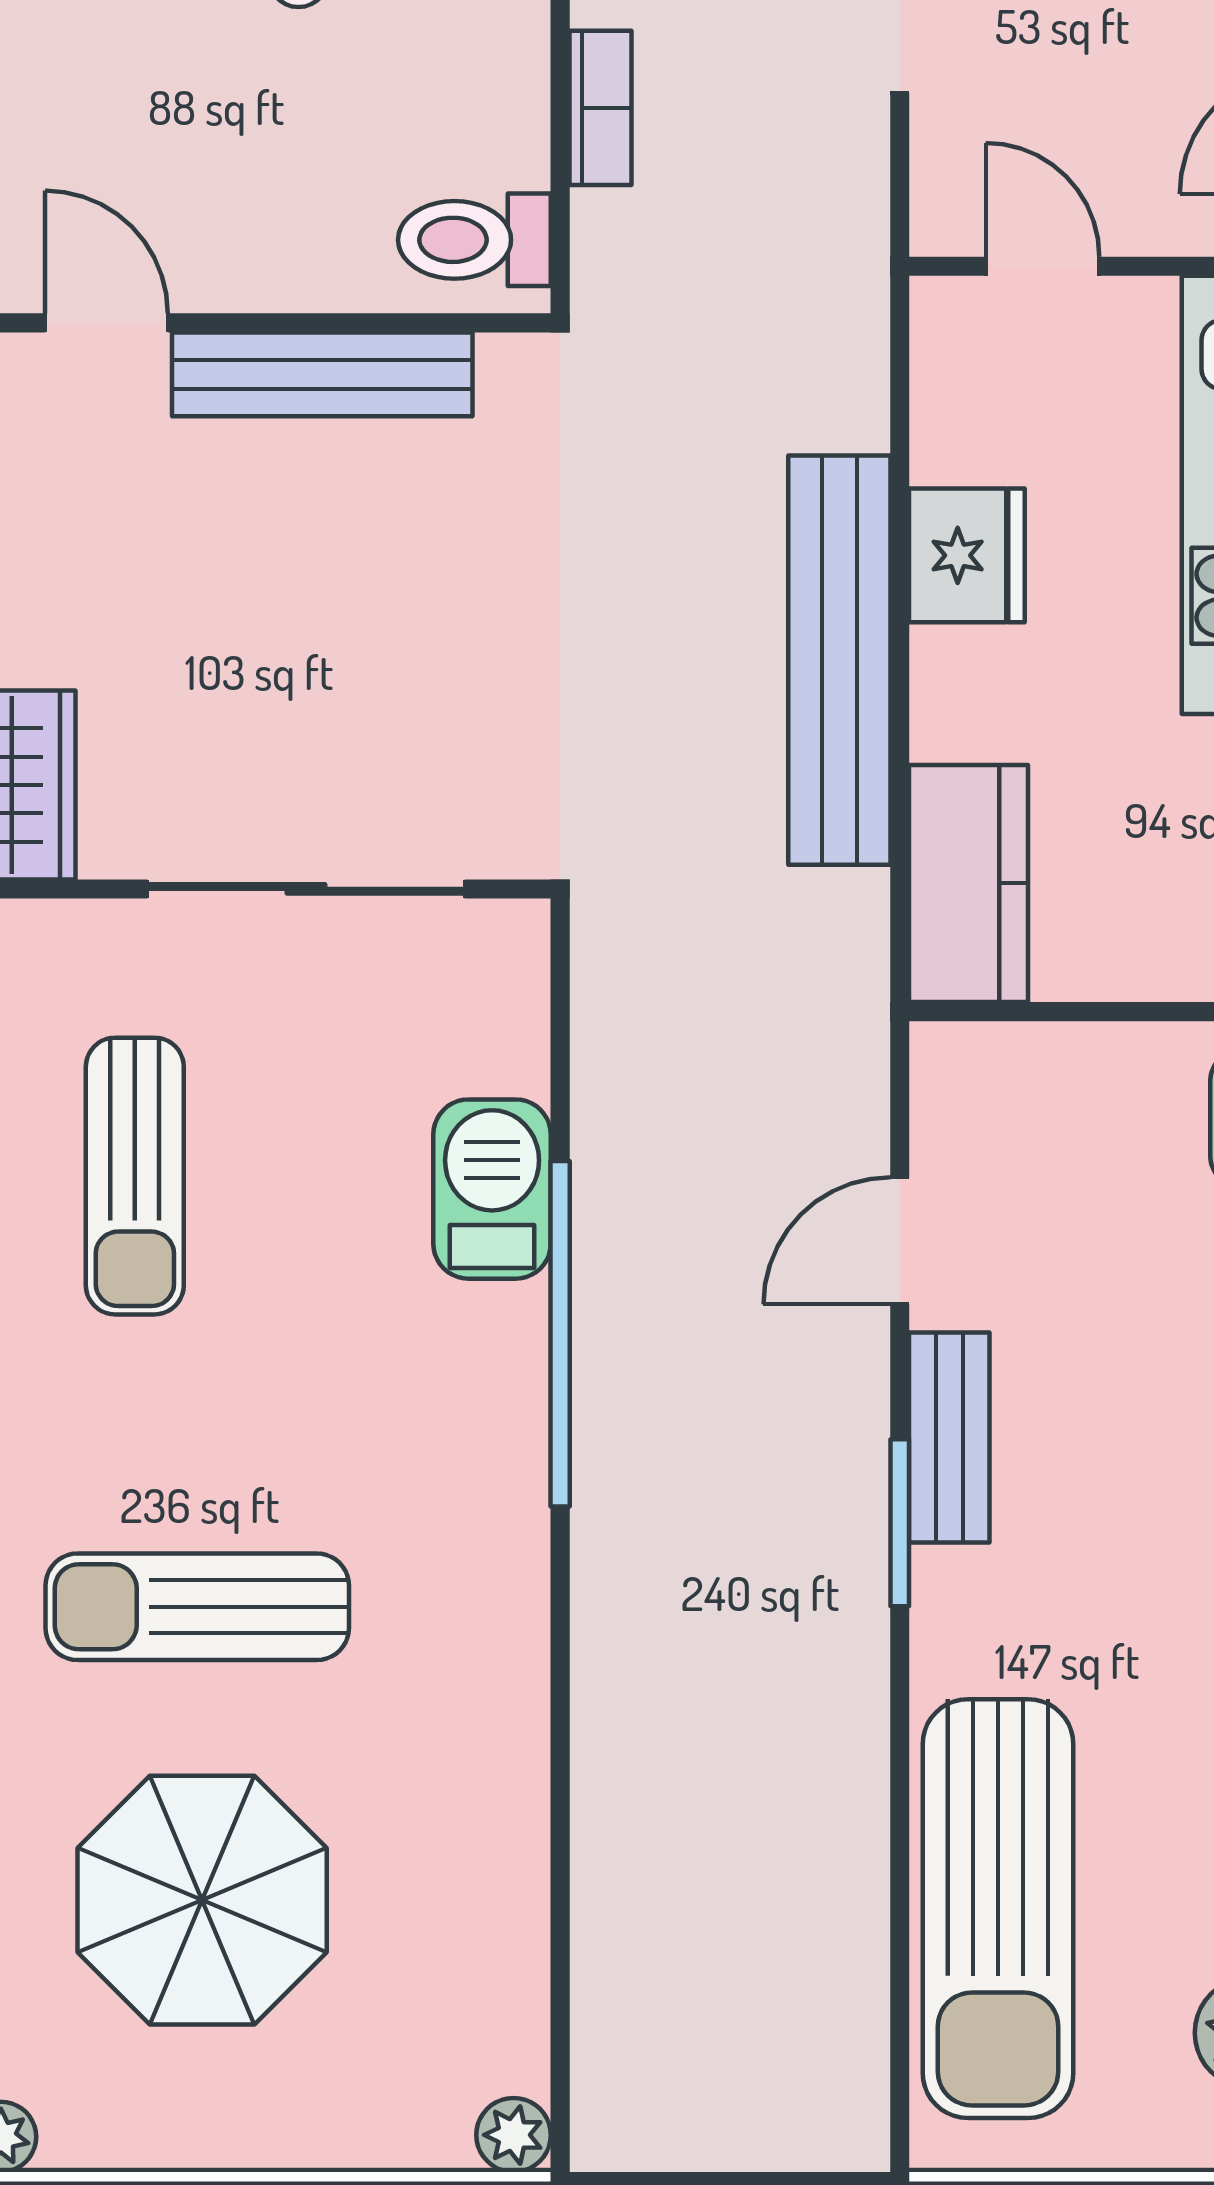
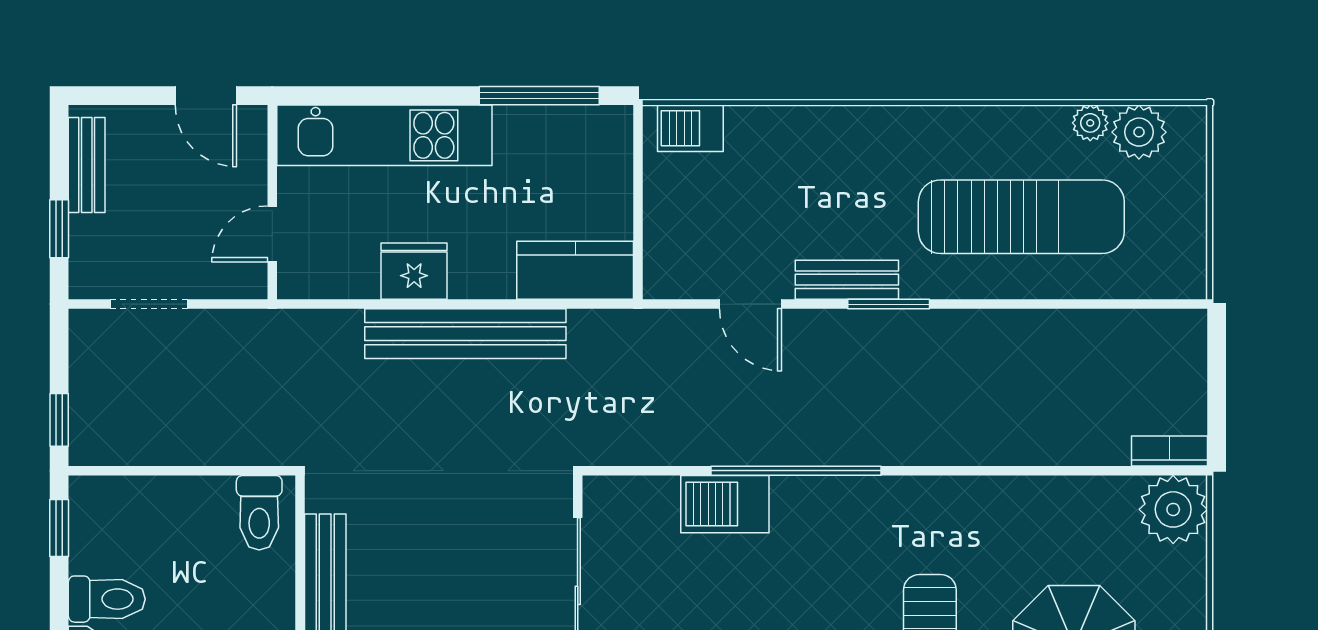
bookcase: (600, 108) -> (1169, 451), moved
sun lounger: (998, 1909) -> (1021, 217), moved
plant: (514, 2135) -> (1173, 509), width x1.88, depth x1.88

